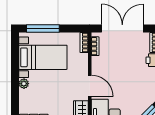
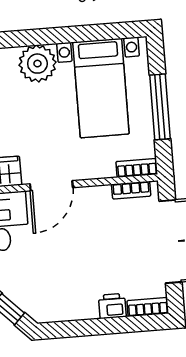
window: (43, 29) -> (160, 107), moved
plant: (24, 84) -> (37, 64), width x1.87, depth x1.87

